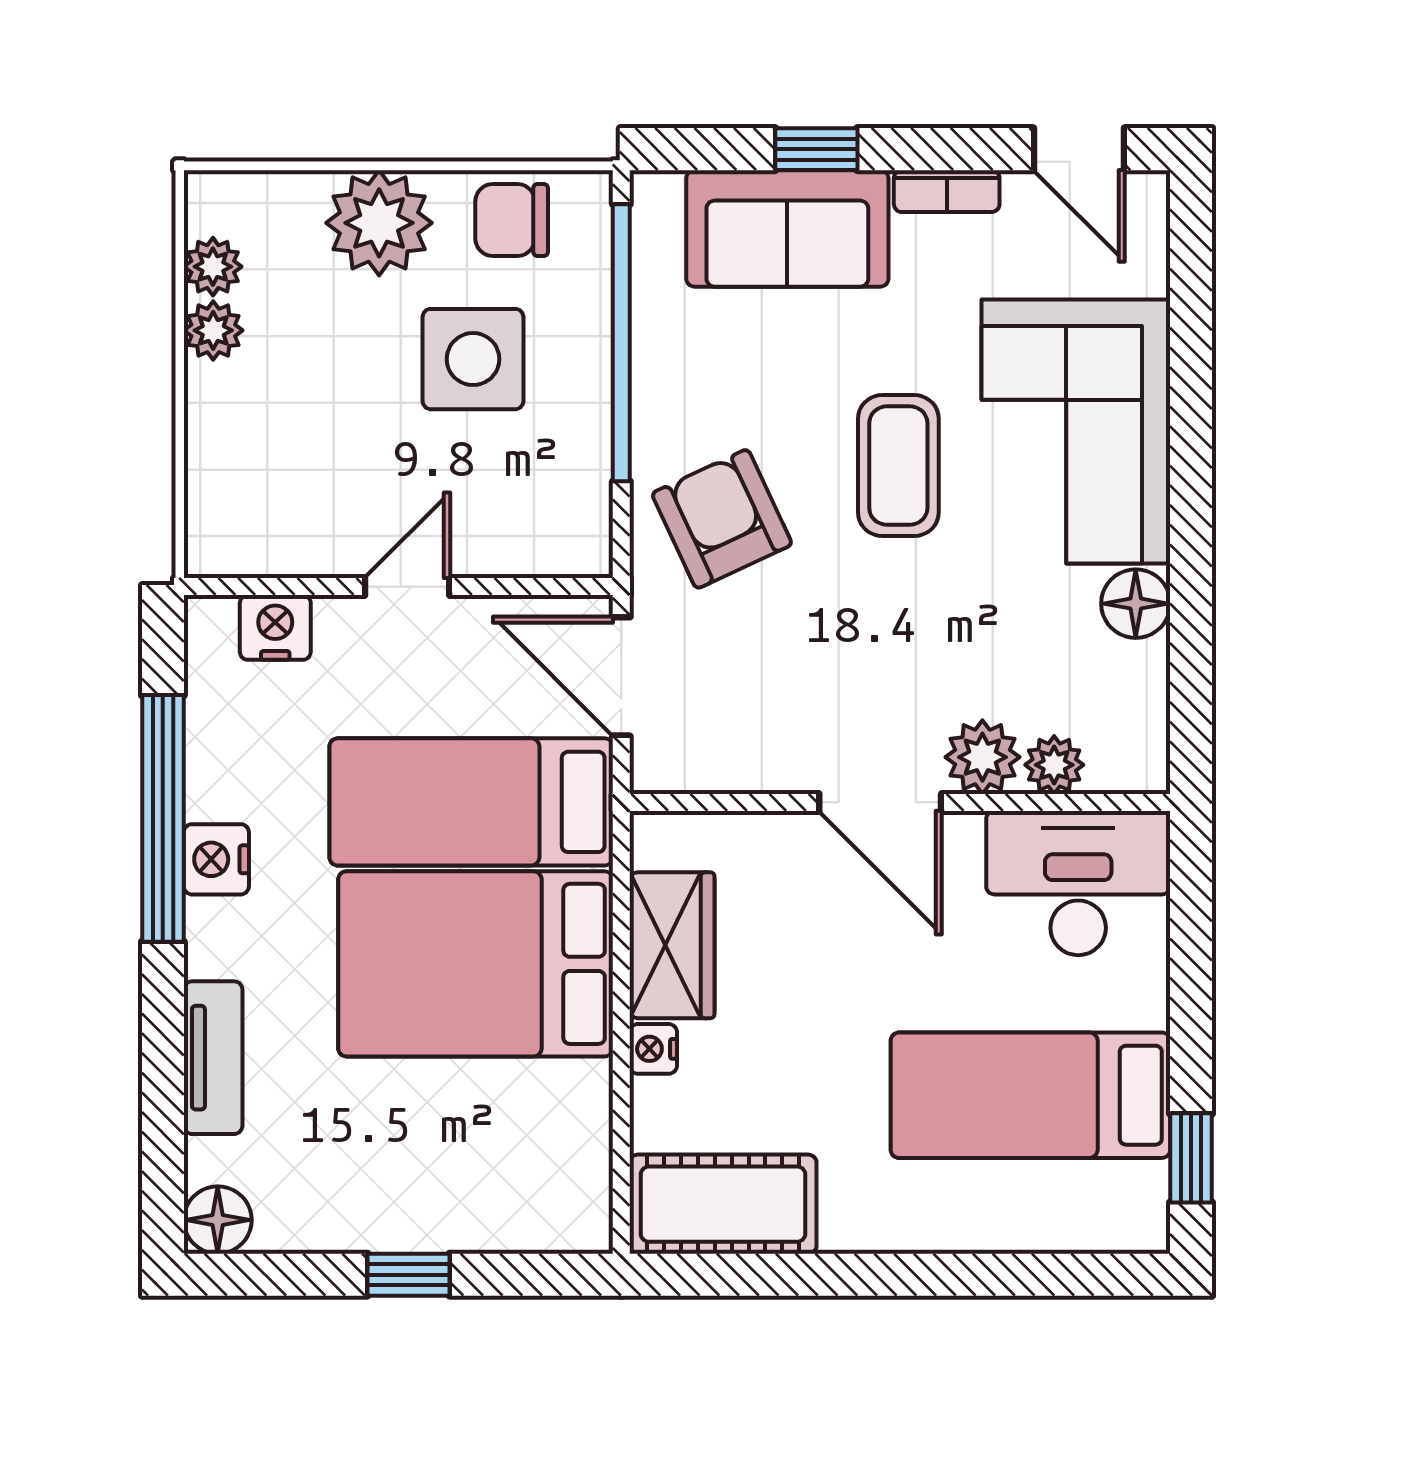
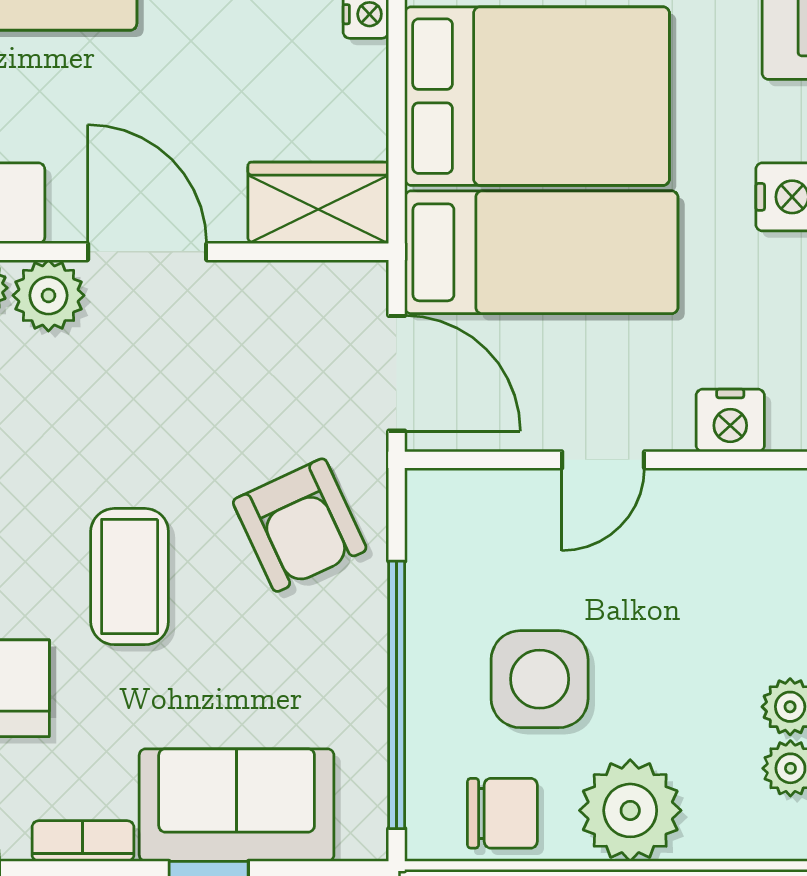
wardrobe: (672, 945) -> (318, 203), moved, turned 90

